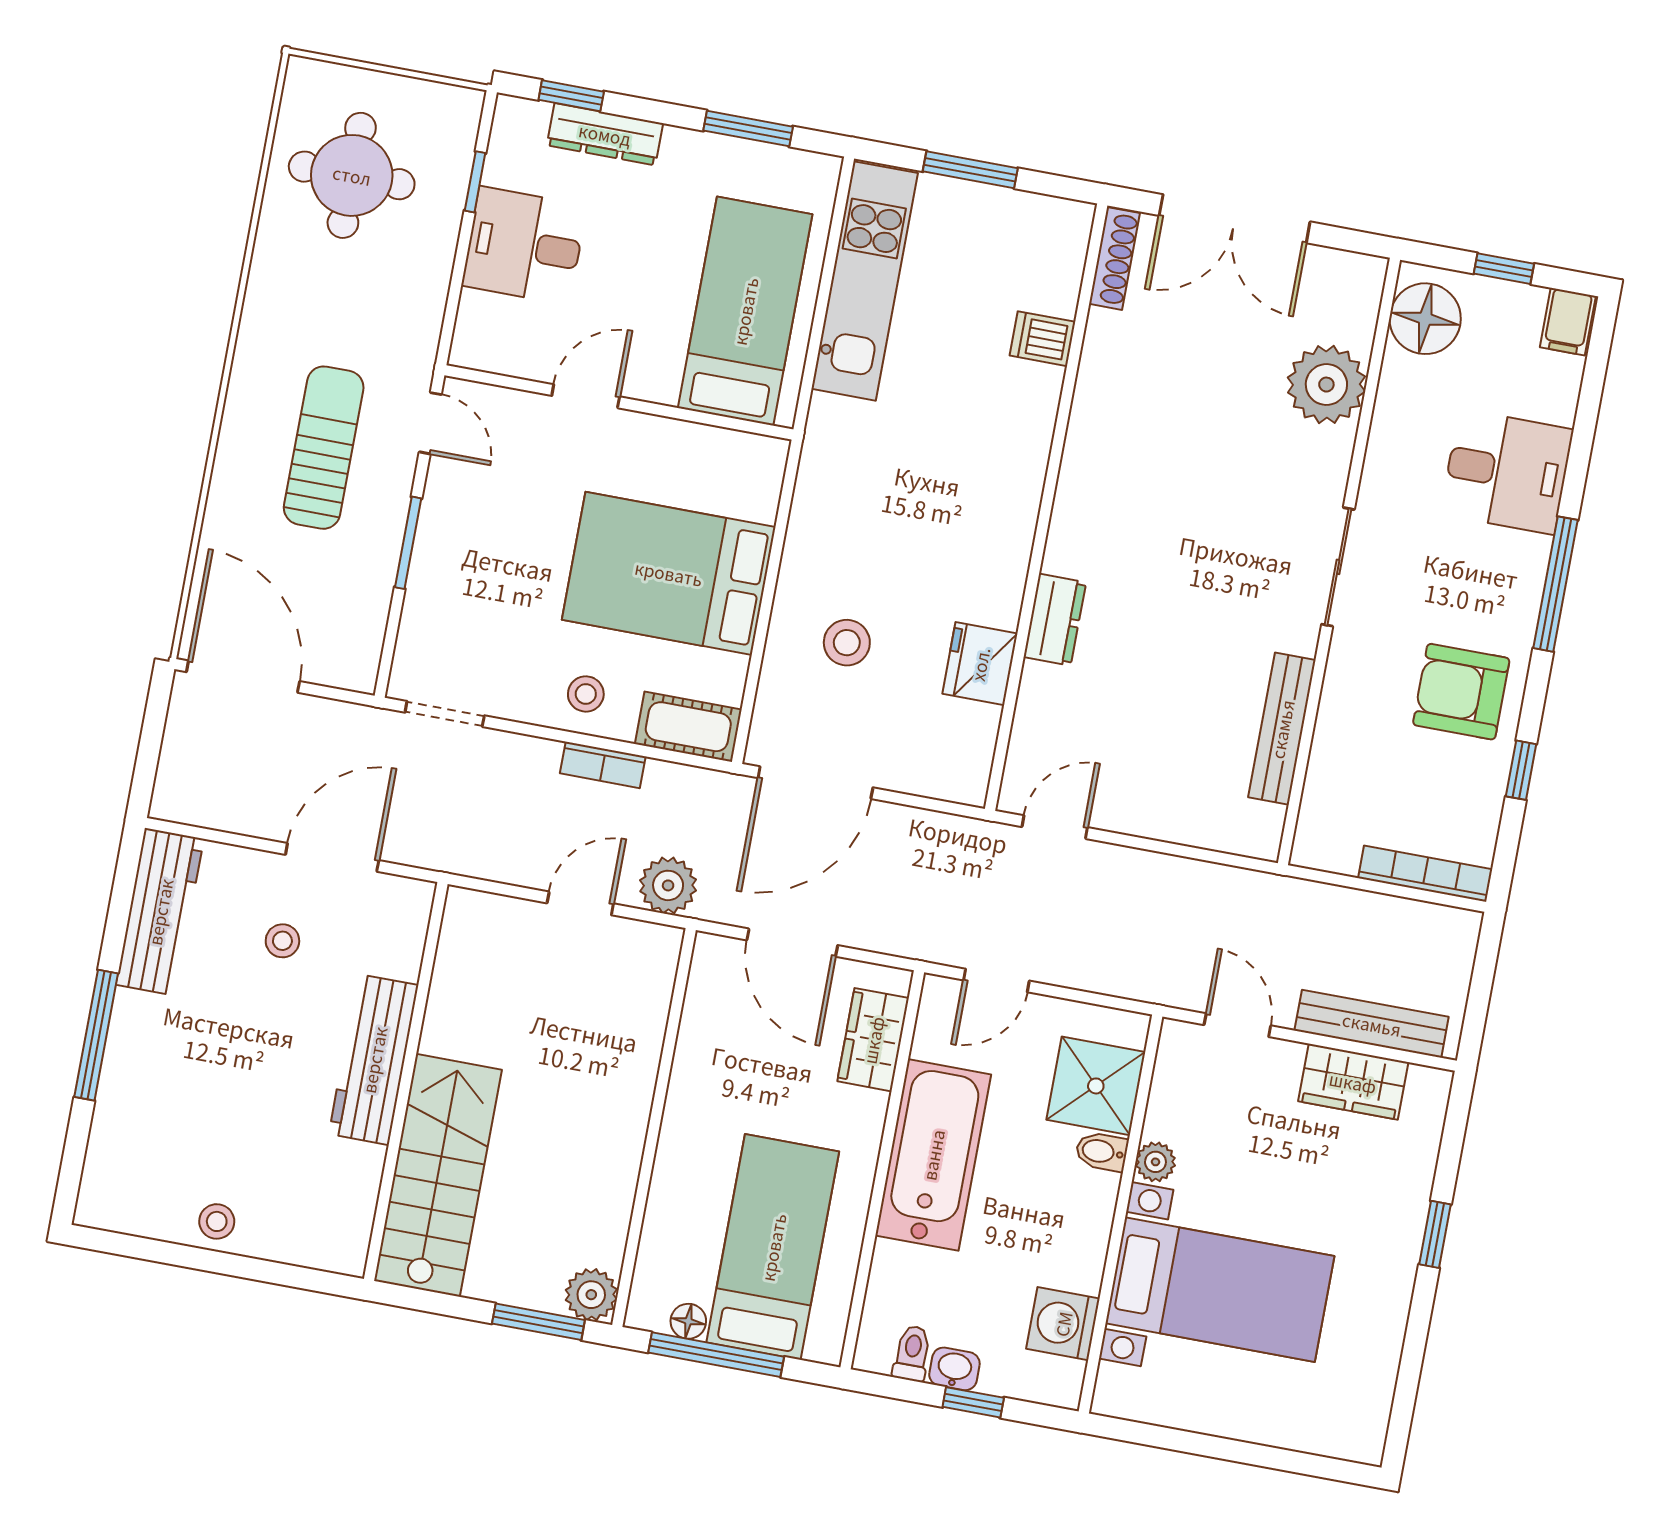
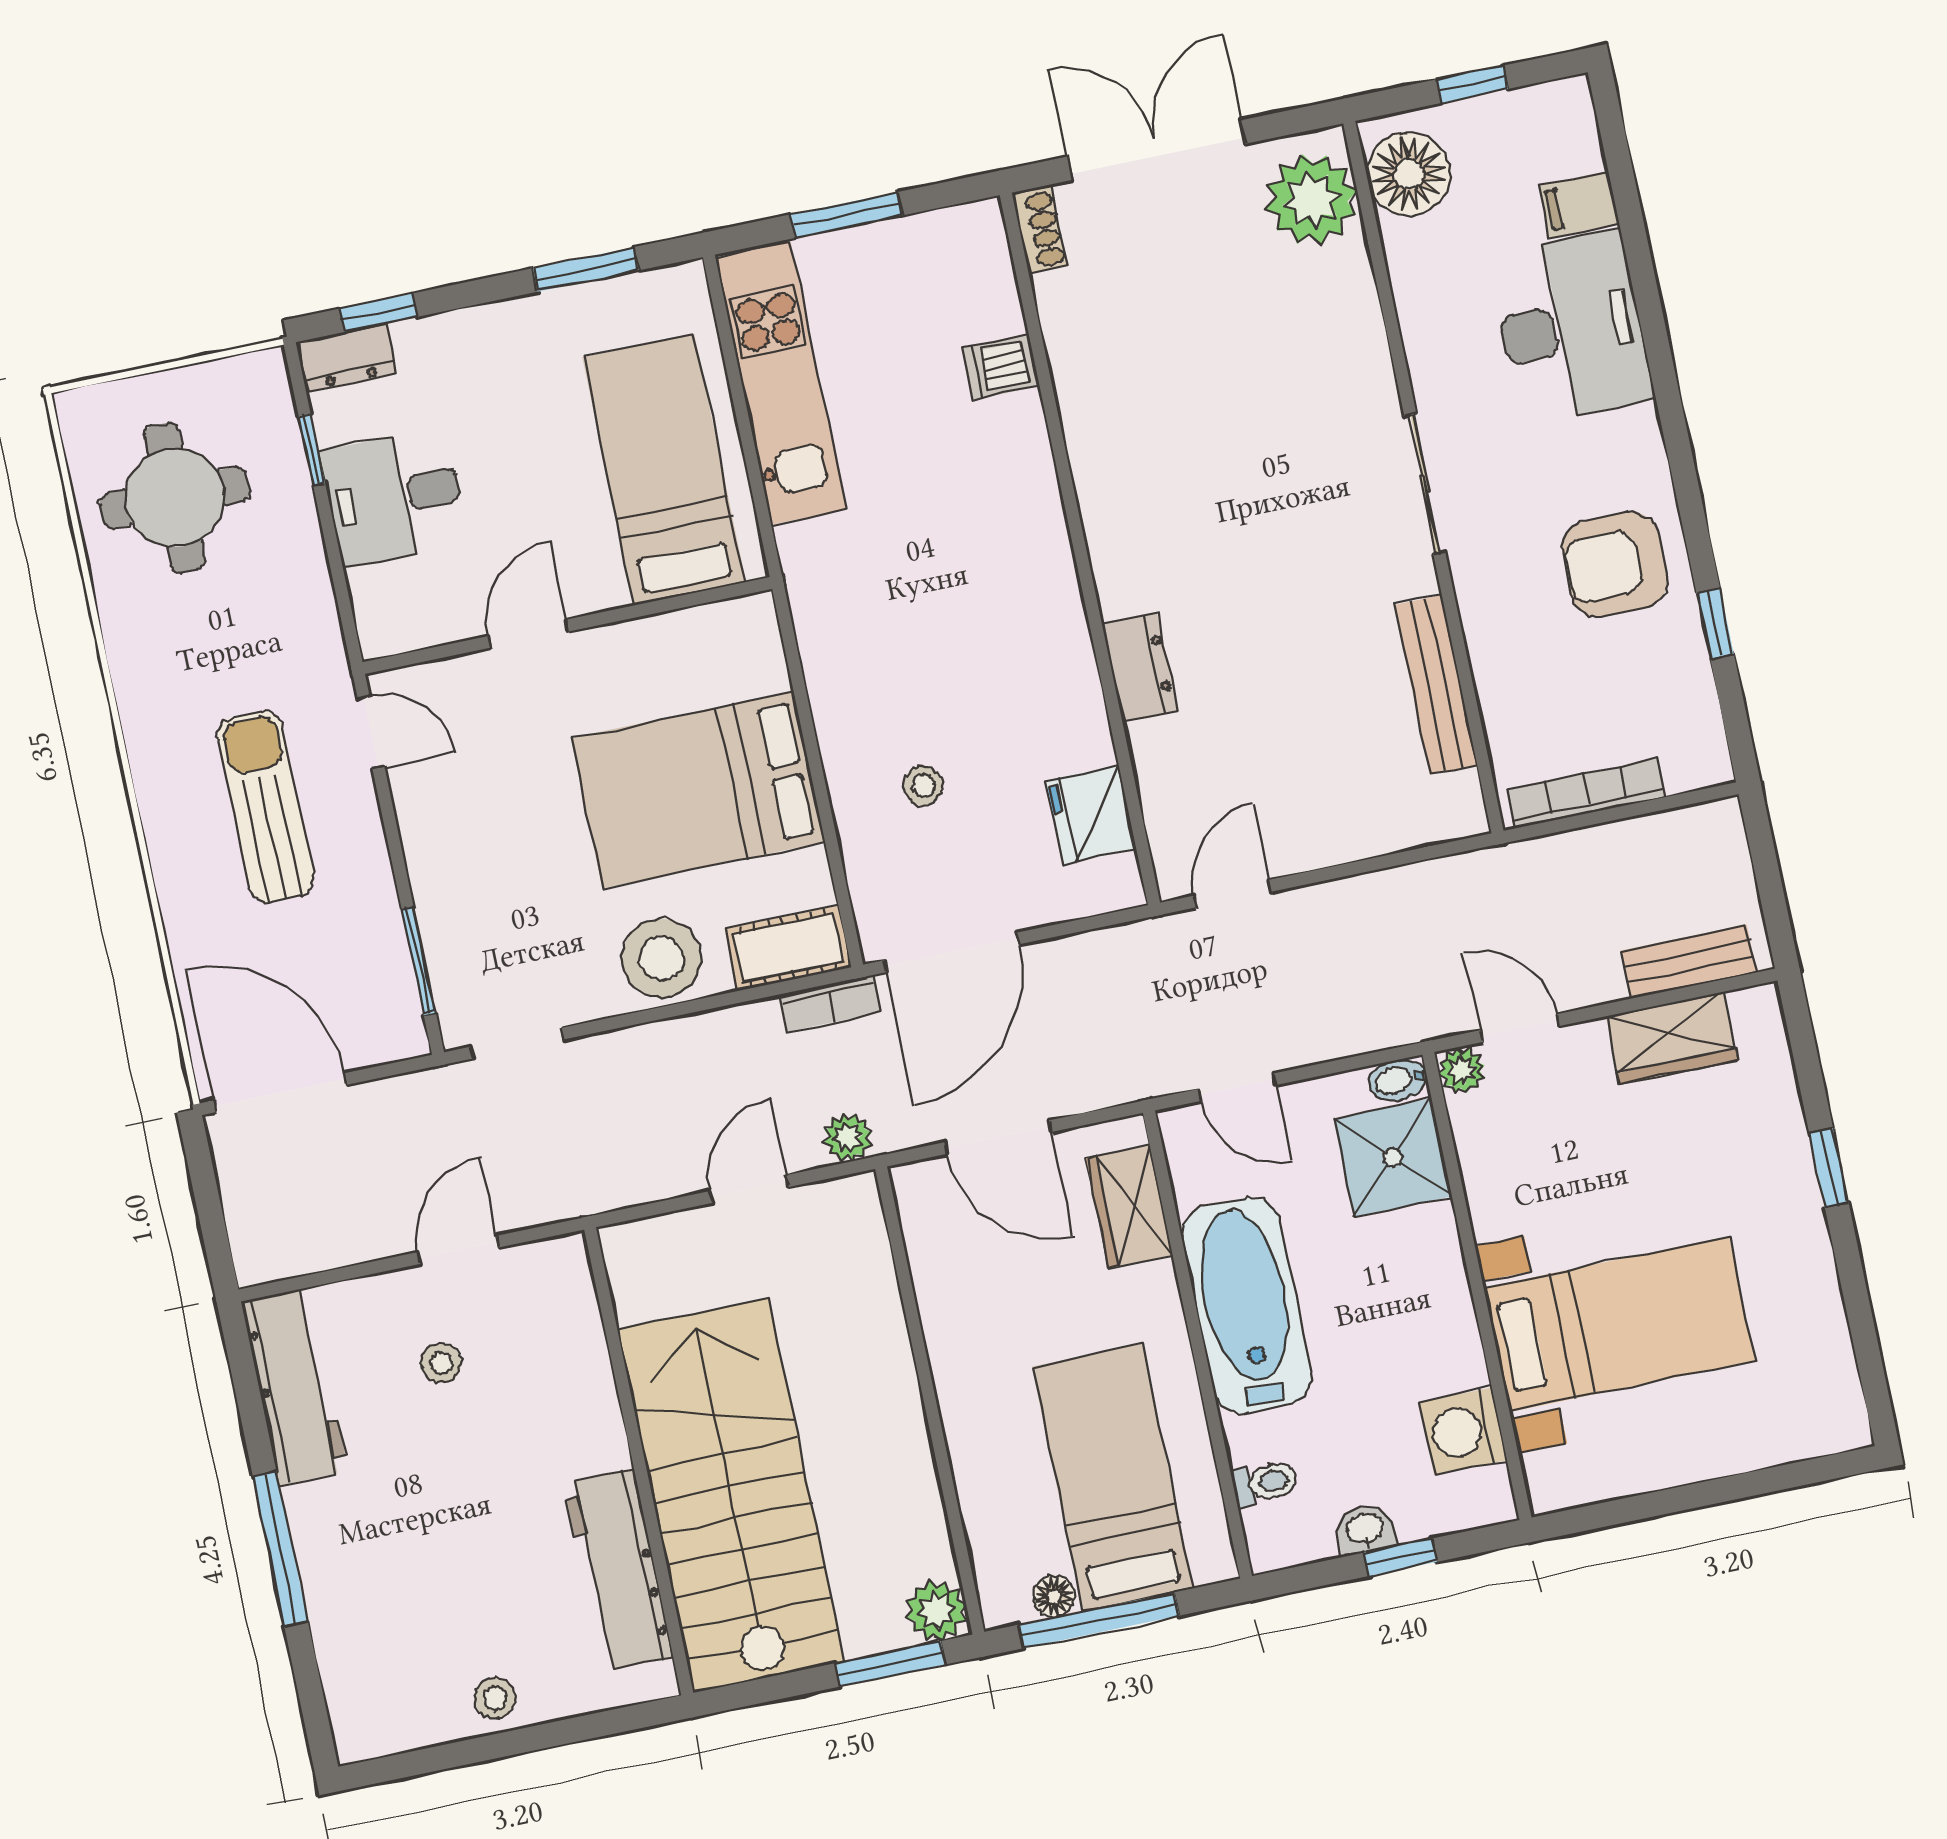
dresser: (605, 134) -> (347, 357), moved, width x0.70
double door: (1235, 219) -> (1156, 150), swing flipped
shoe rack: (1114, 258) -> (1040, 230), width x0.70
filing cabinet: (1568, 322) -> (1579, 204), moved, turned 90
plant: (1326, 385) -> (1312, 200), moved
desk: (1507, 472) -> (1571, 328), width x1.37
window: (408, 543) -> (419, 961), moved
window: (1556, 584) -> (1670, 405), removed
stool: (847, 643) -> (923, 786), width x0.73, depth x0.73
fridge: (980, 664) -> (1091, 815), moved
stool: (586, 694) -> (662, 958), width x1.89, depth x1.89
bookcase: (603, 765) -> (831, 1003), moved
door: (332, 857) -> (458, 1250), width x0.73
bookcase: (1425, 874) -> (1586, 794), moved
plant: (668, 885) -> (848, 1137), width x0.73, depth x0.73
door: (996, 981) -> (1237, 1087), hinge flipped
bench: (1372, 1024) -> (1688, 962), width x0.73
workbench: (374, 1060) -> (619, 1570), moved
bidet: (1102, 1152) -> (1398, 1080), moved
plant: (1155, 1162) -> (1462, 1070), moved
stairs: (438, 1175) -> (731, 1495), width x1.36, depth x1.51
toilet: (912, 1353) -> (1265, 1483), moved, turned 90

